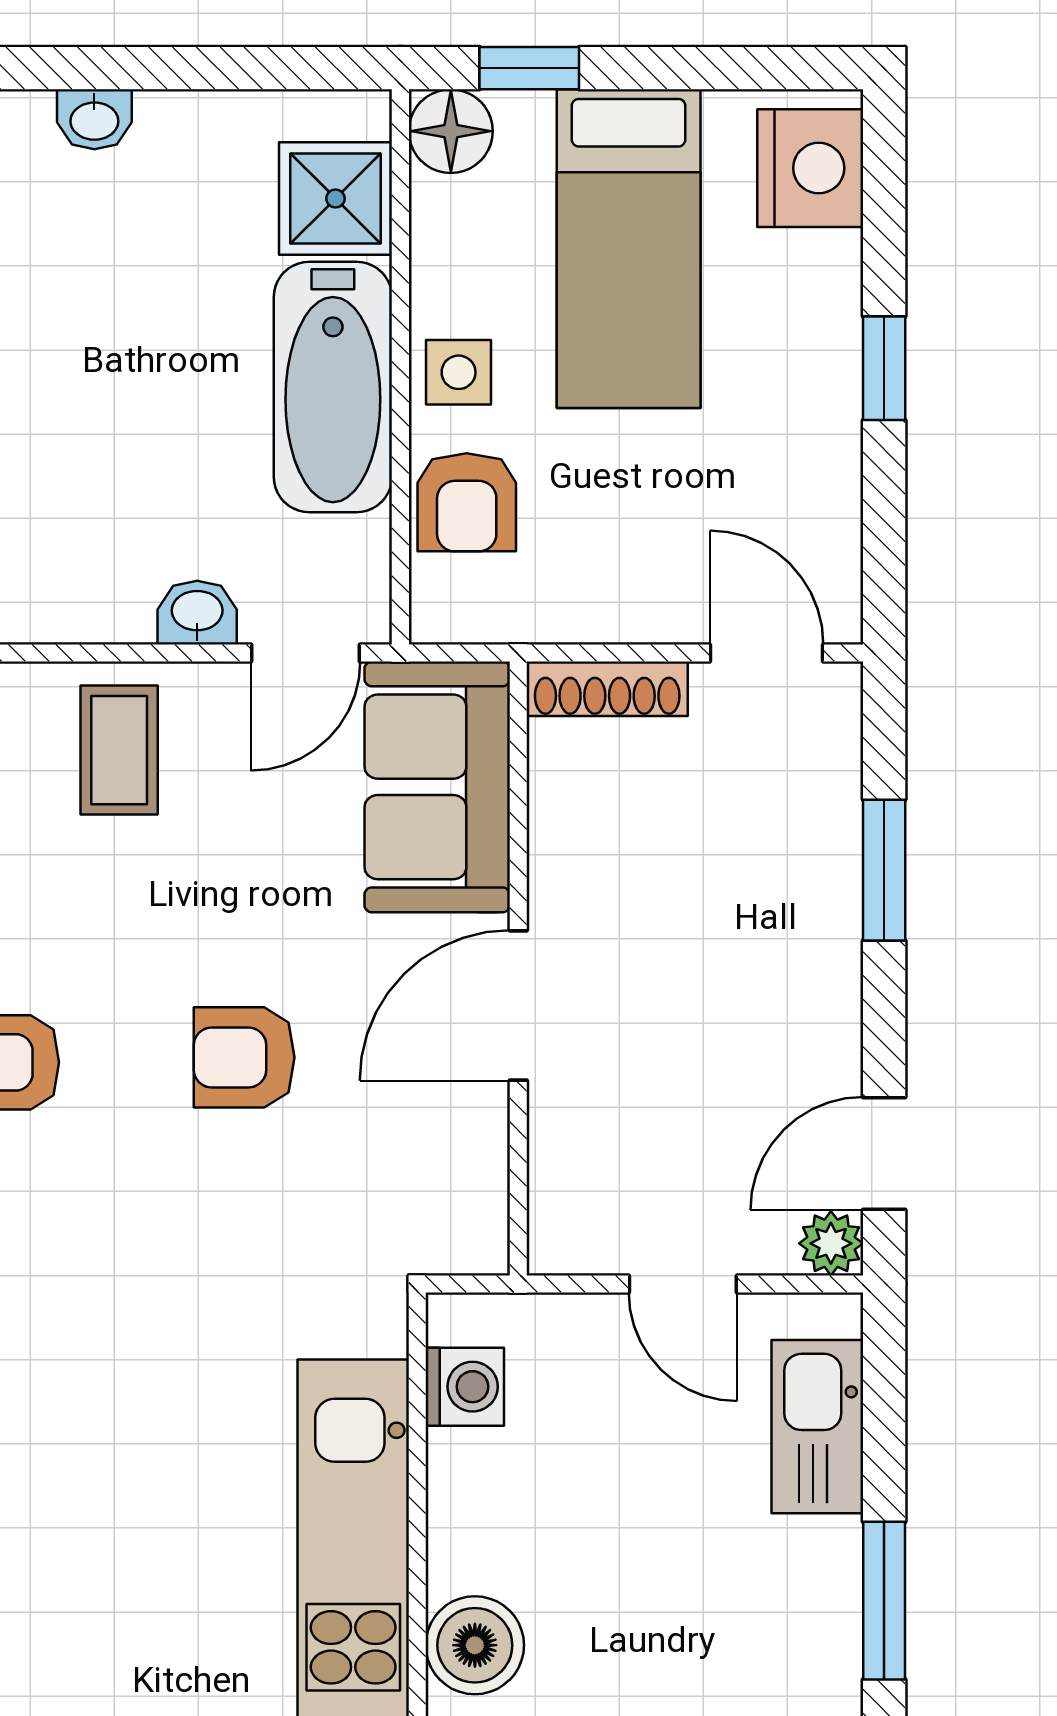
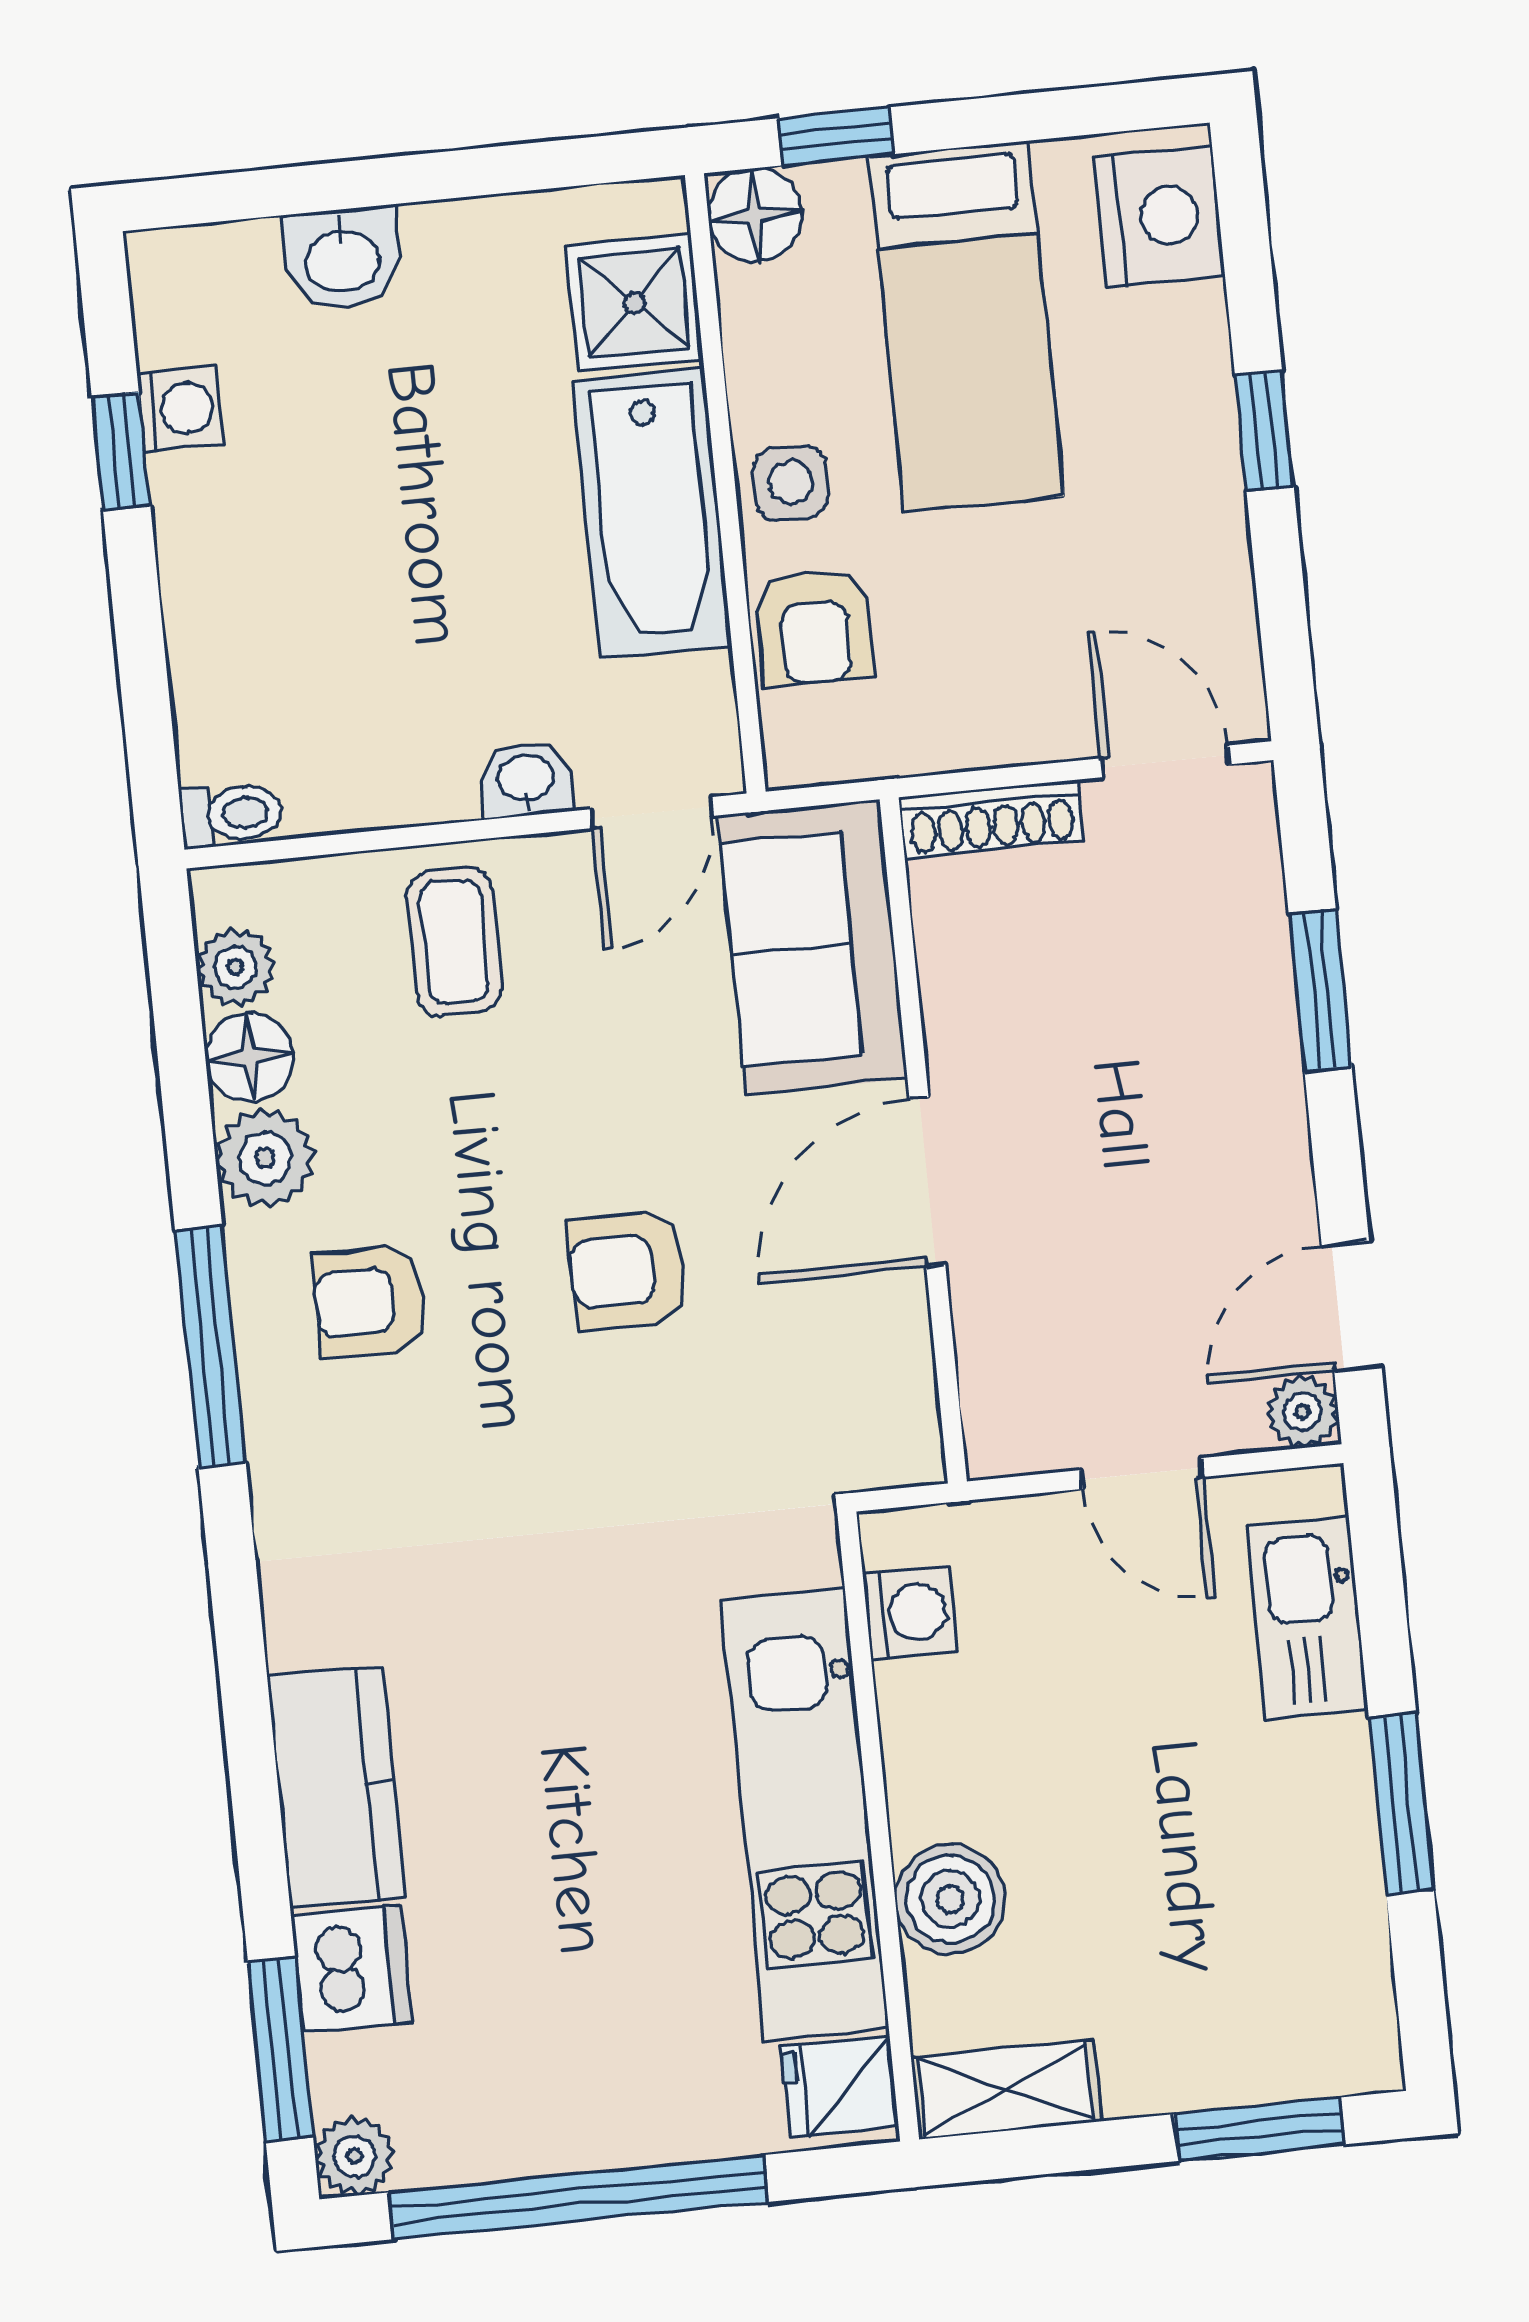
washbasin: (94, 119) -> (342, 258), width x1.38, depth x1.45

